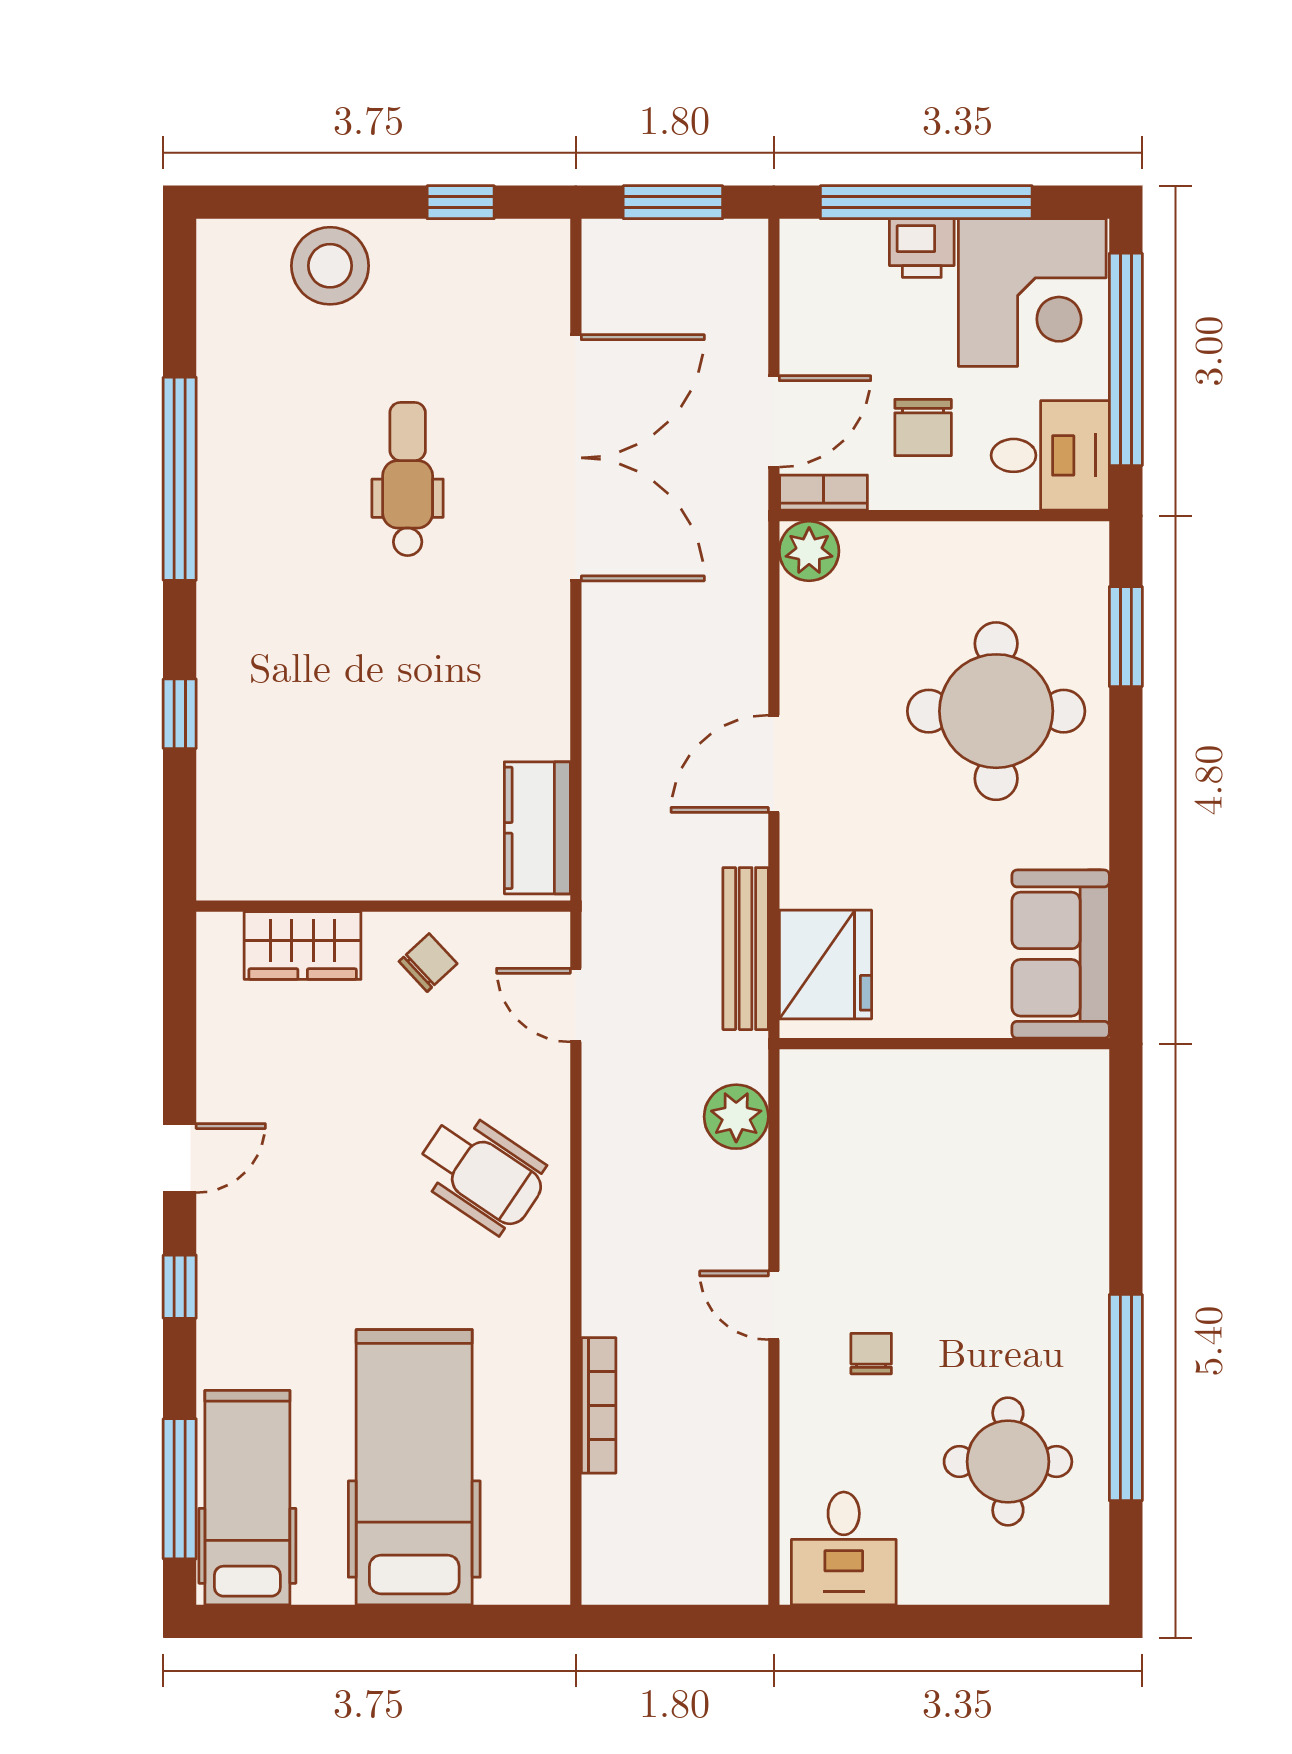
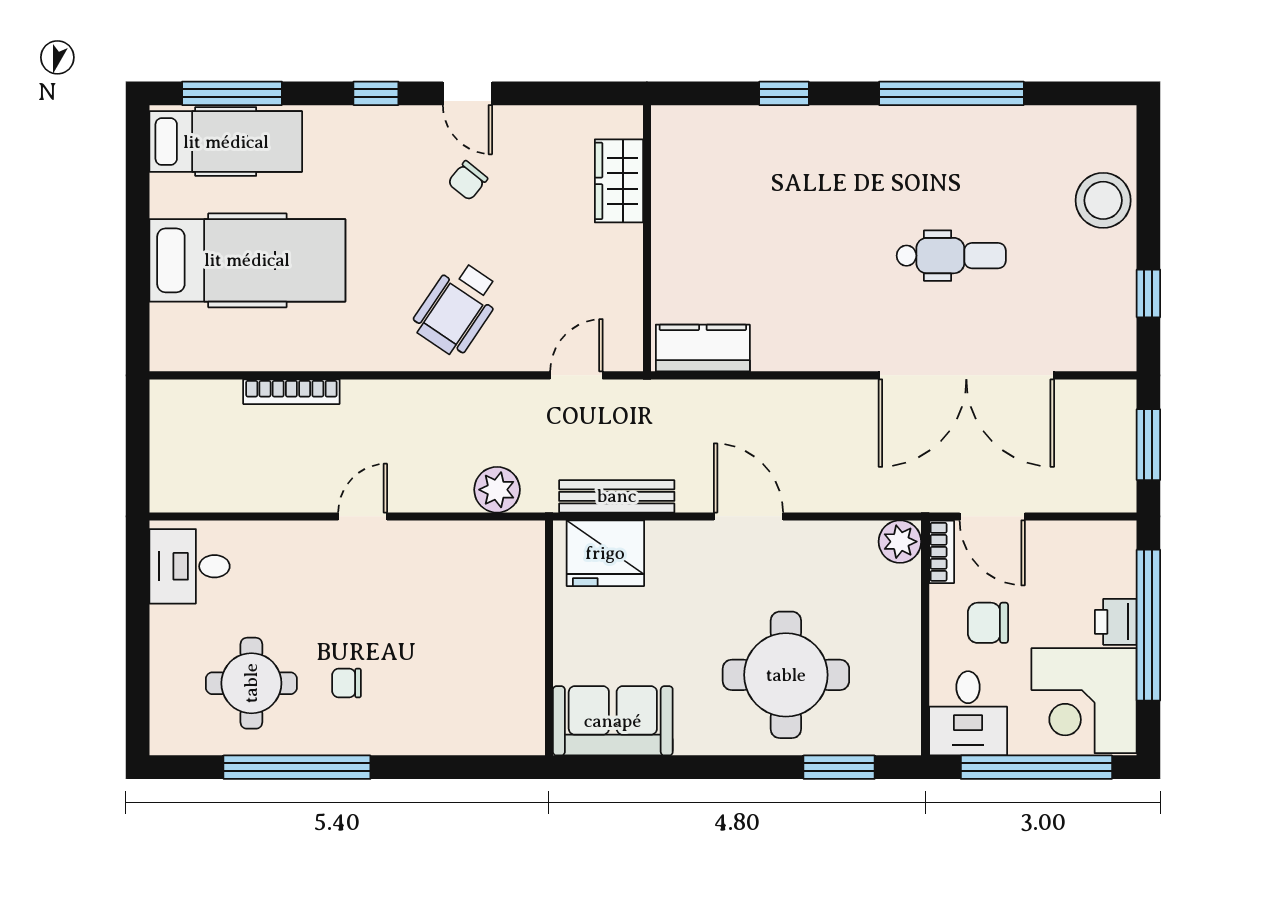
chair: (428, 963) -> (468, 181), moved, turned 82
chair: (871, 1354) -> (346, 683), moved, turned 180

